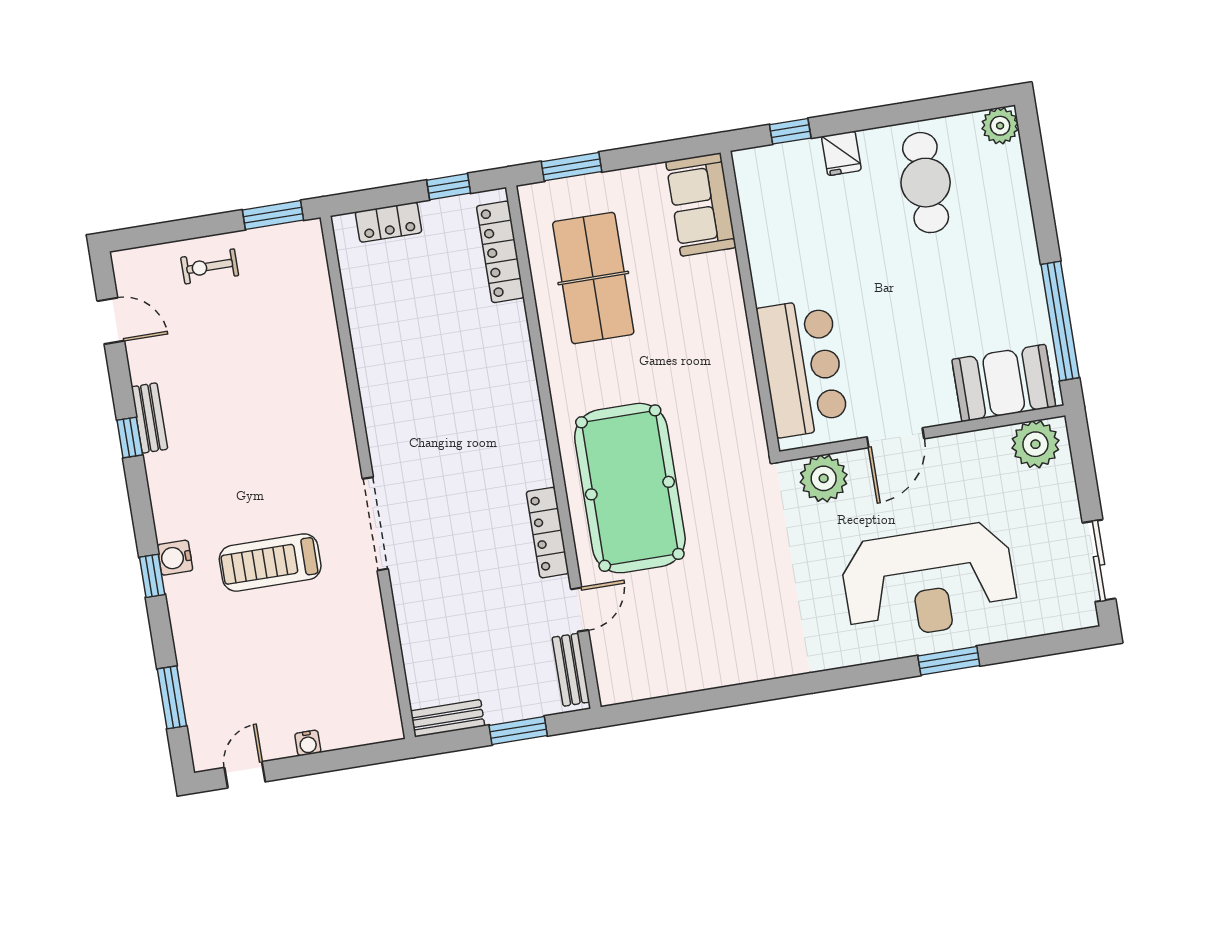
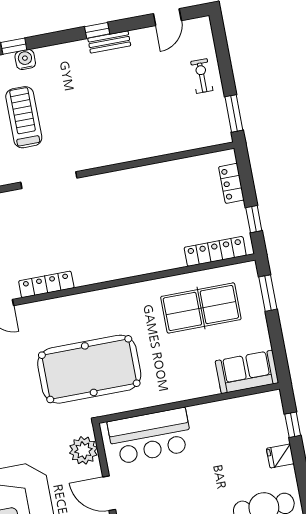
pool table: (630, 488) -> (89, 369), moved

